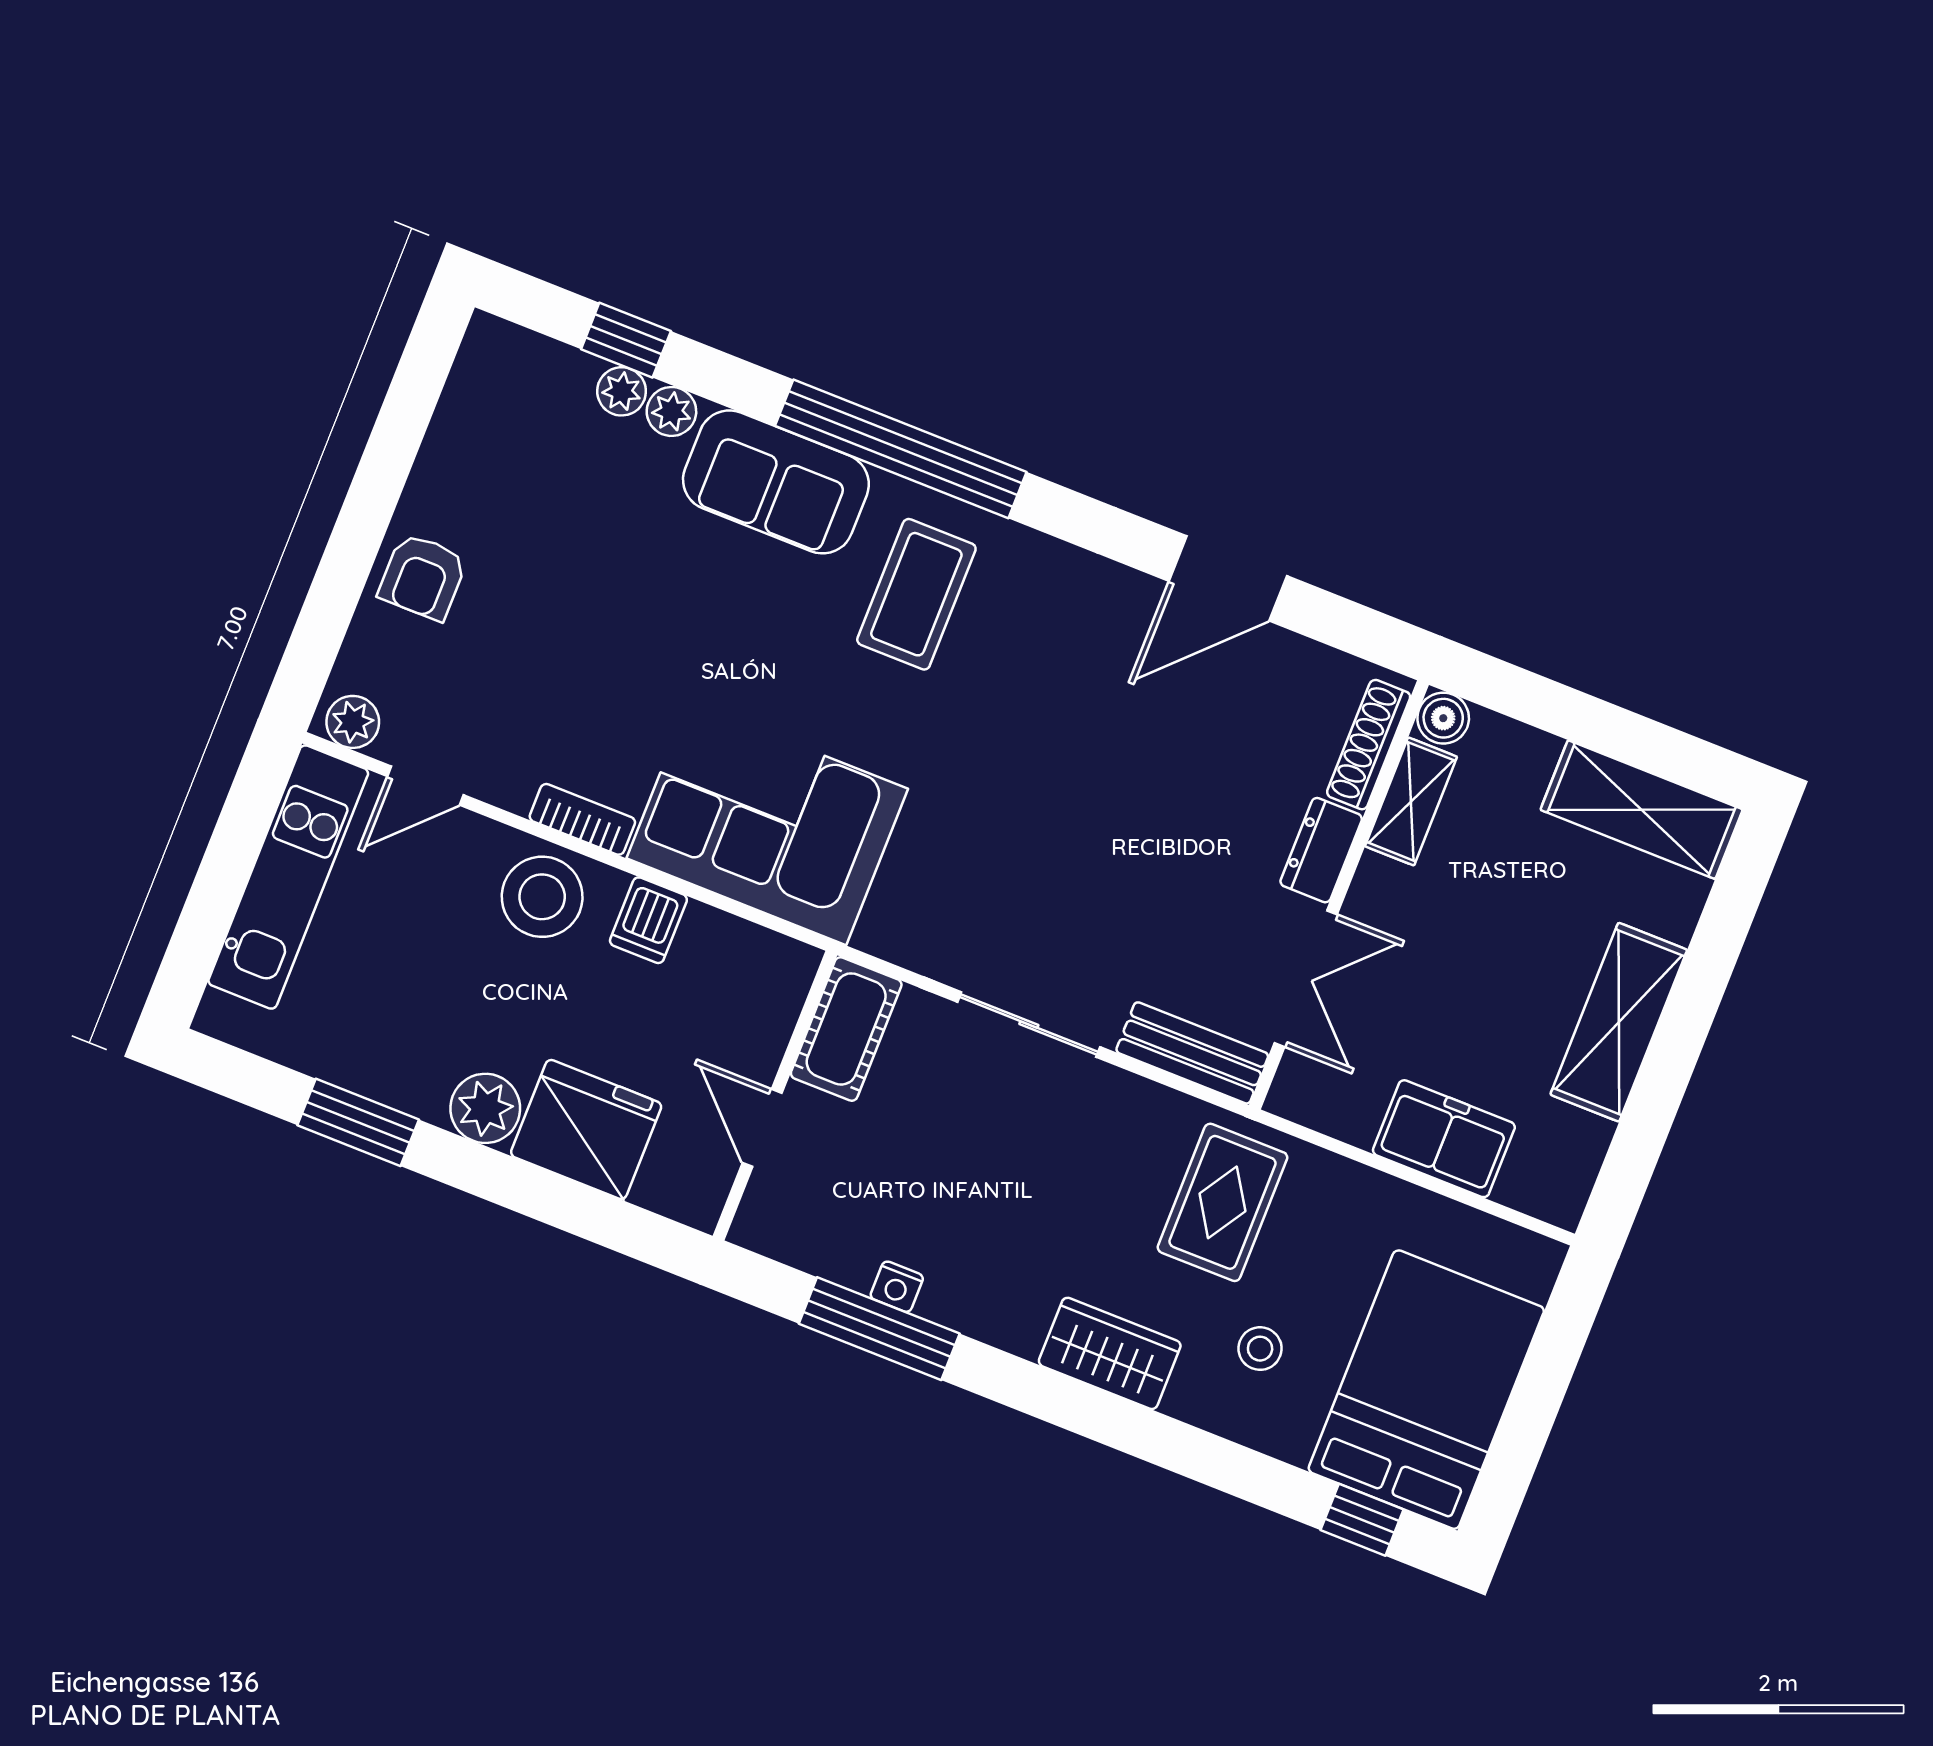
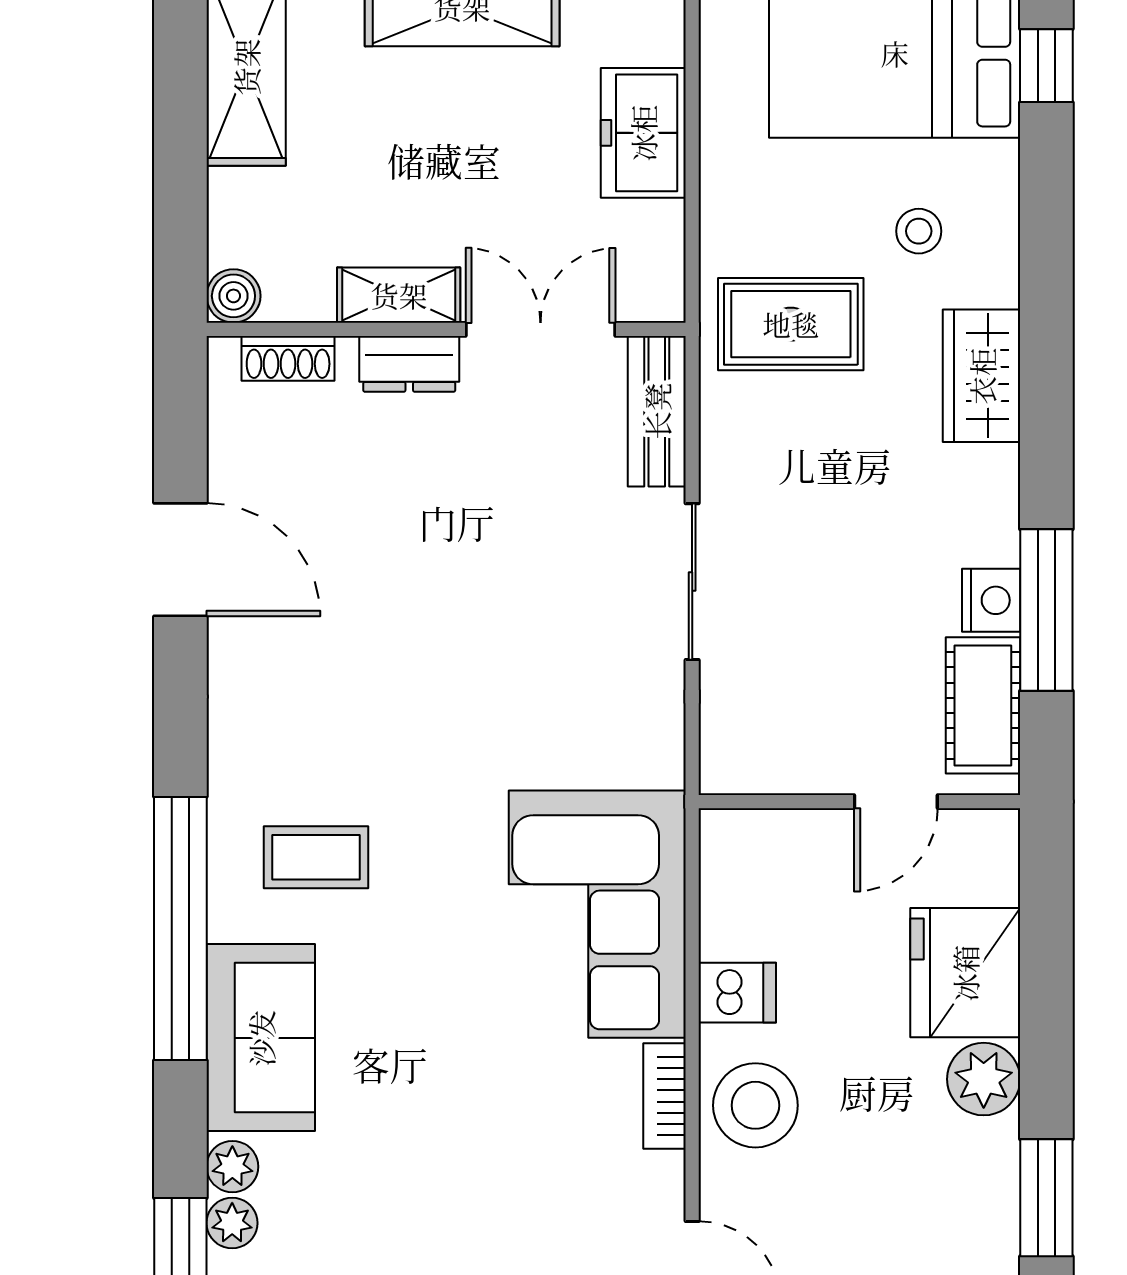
coffee table: (916, 594) -> (316, 857), width x0.73, depth x0.77
shoe rack: (1369, 745) -> (288, 358), width x0.70
shelving: (1411, 801) -> (399, 295), moved
cot: (846, 1029) -> (983, 705), moved, turned 90
nightstand: (897, 1287) -> (991, 600), width x1.39, depth x1.35

